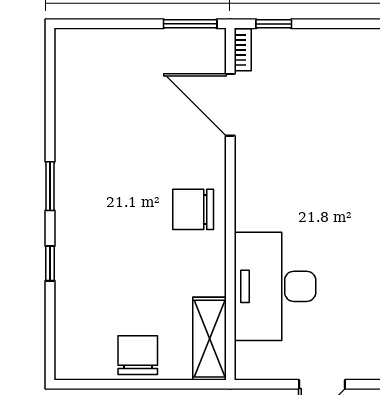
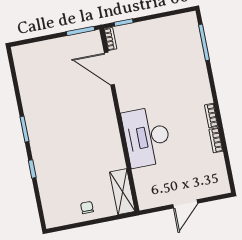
chair: (193, 209) -> (101, 127), removed
desk: (275, 286) -> (147, 137), moved
chair: (138, 355) -> (87, 208), width x0.54, depth x0.54

